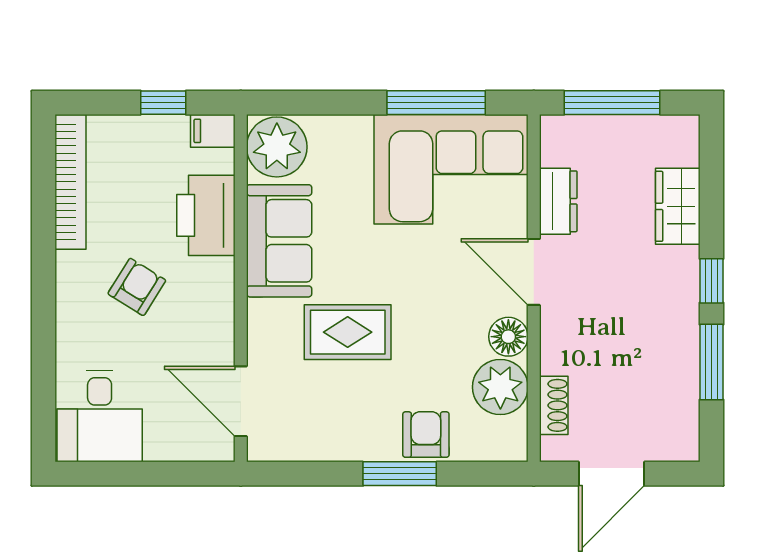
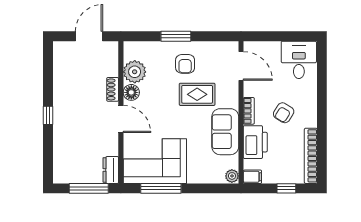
window: (163, 103) -> (286, 188), moved
plant: (277, 147) -> (232, 176), width x0.53, depth x0.53
dresser: (558, 201) -> (111, 170), moved
wardrobe: (678, 206) -> (62, 146), removed
bookcase: (222, 292) -> (249, 111), added
window: (711, 362) -> (48, 82), removed
shoe rack: (554, 405) -> (113, 89), moved
armchair: (426, 435) -> (185, 64), moved

